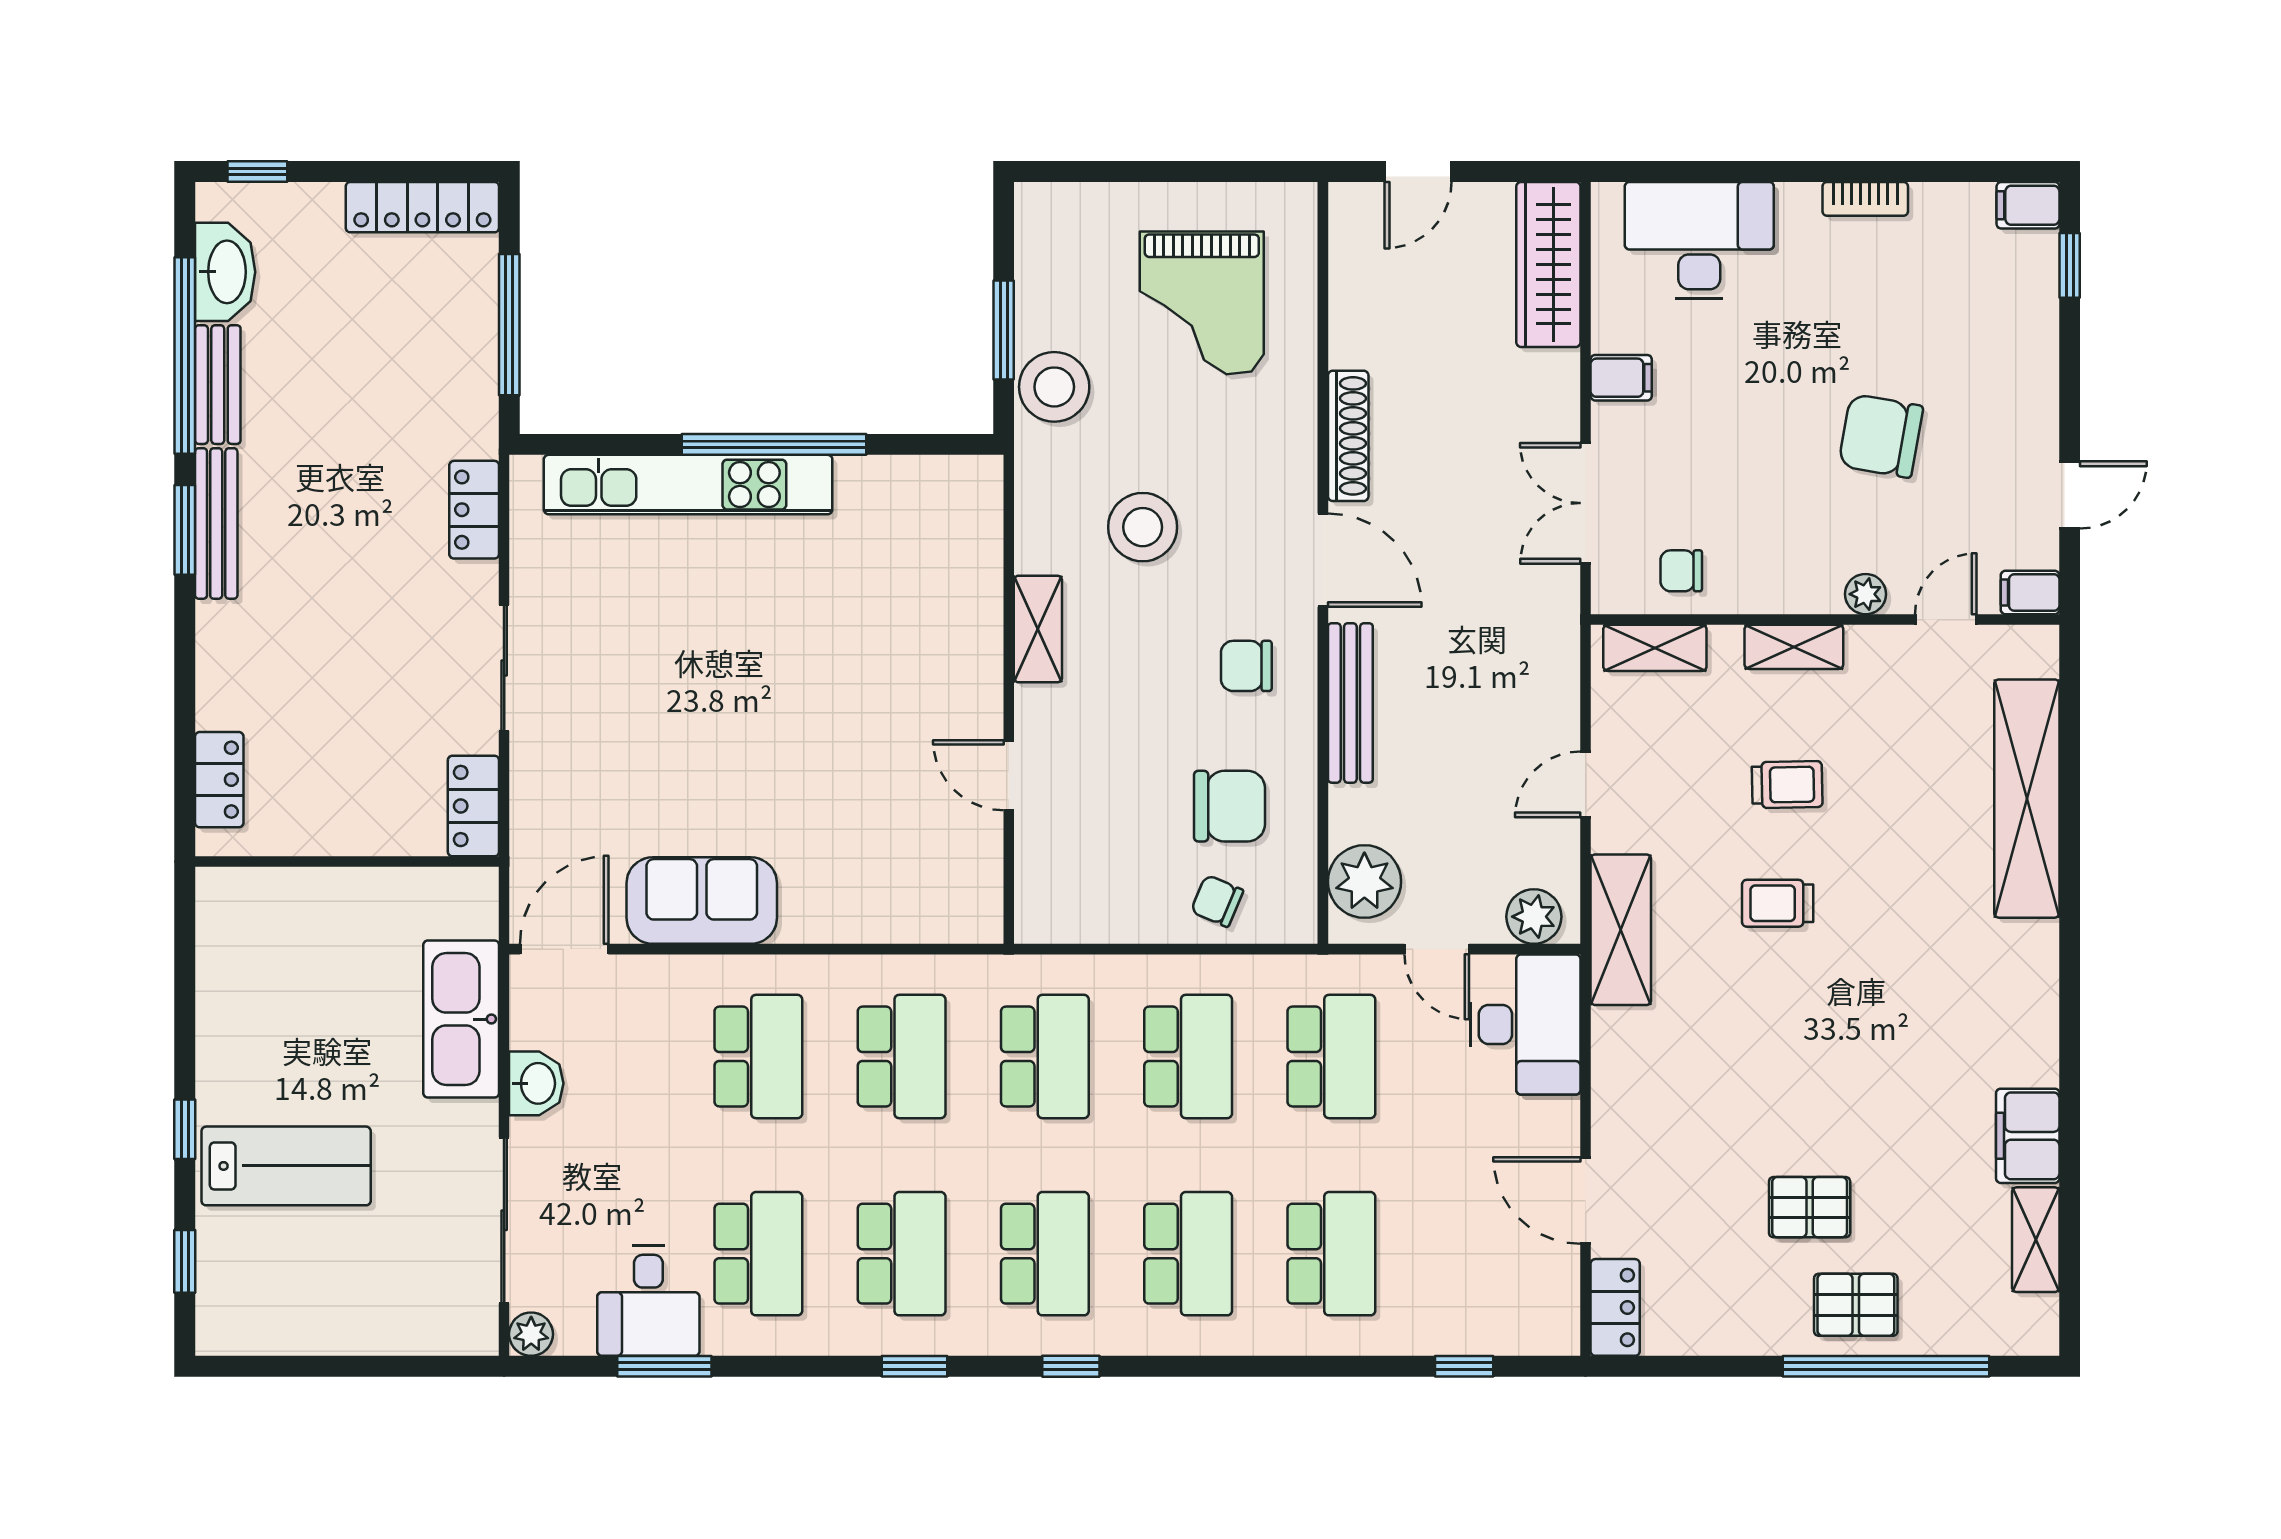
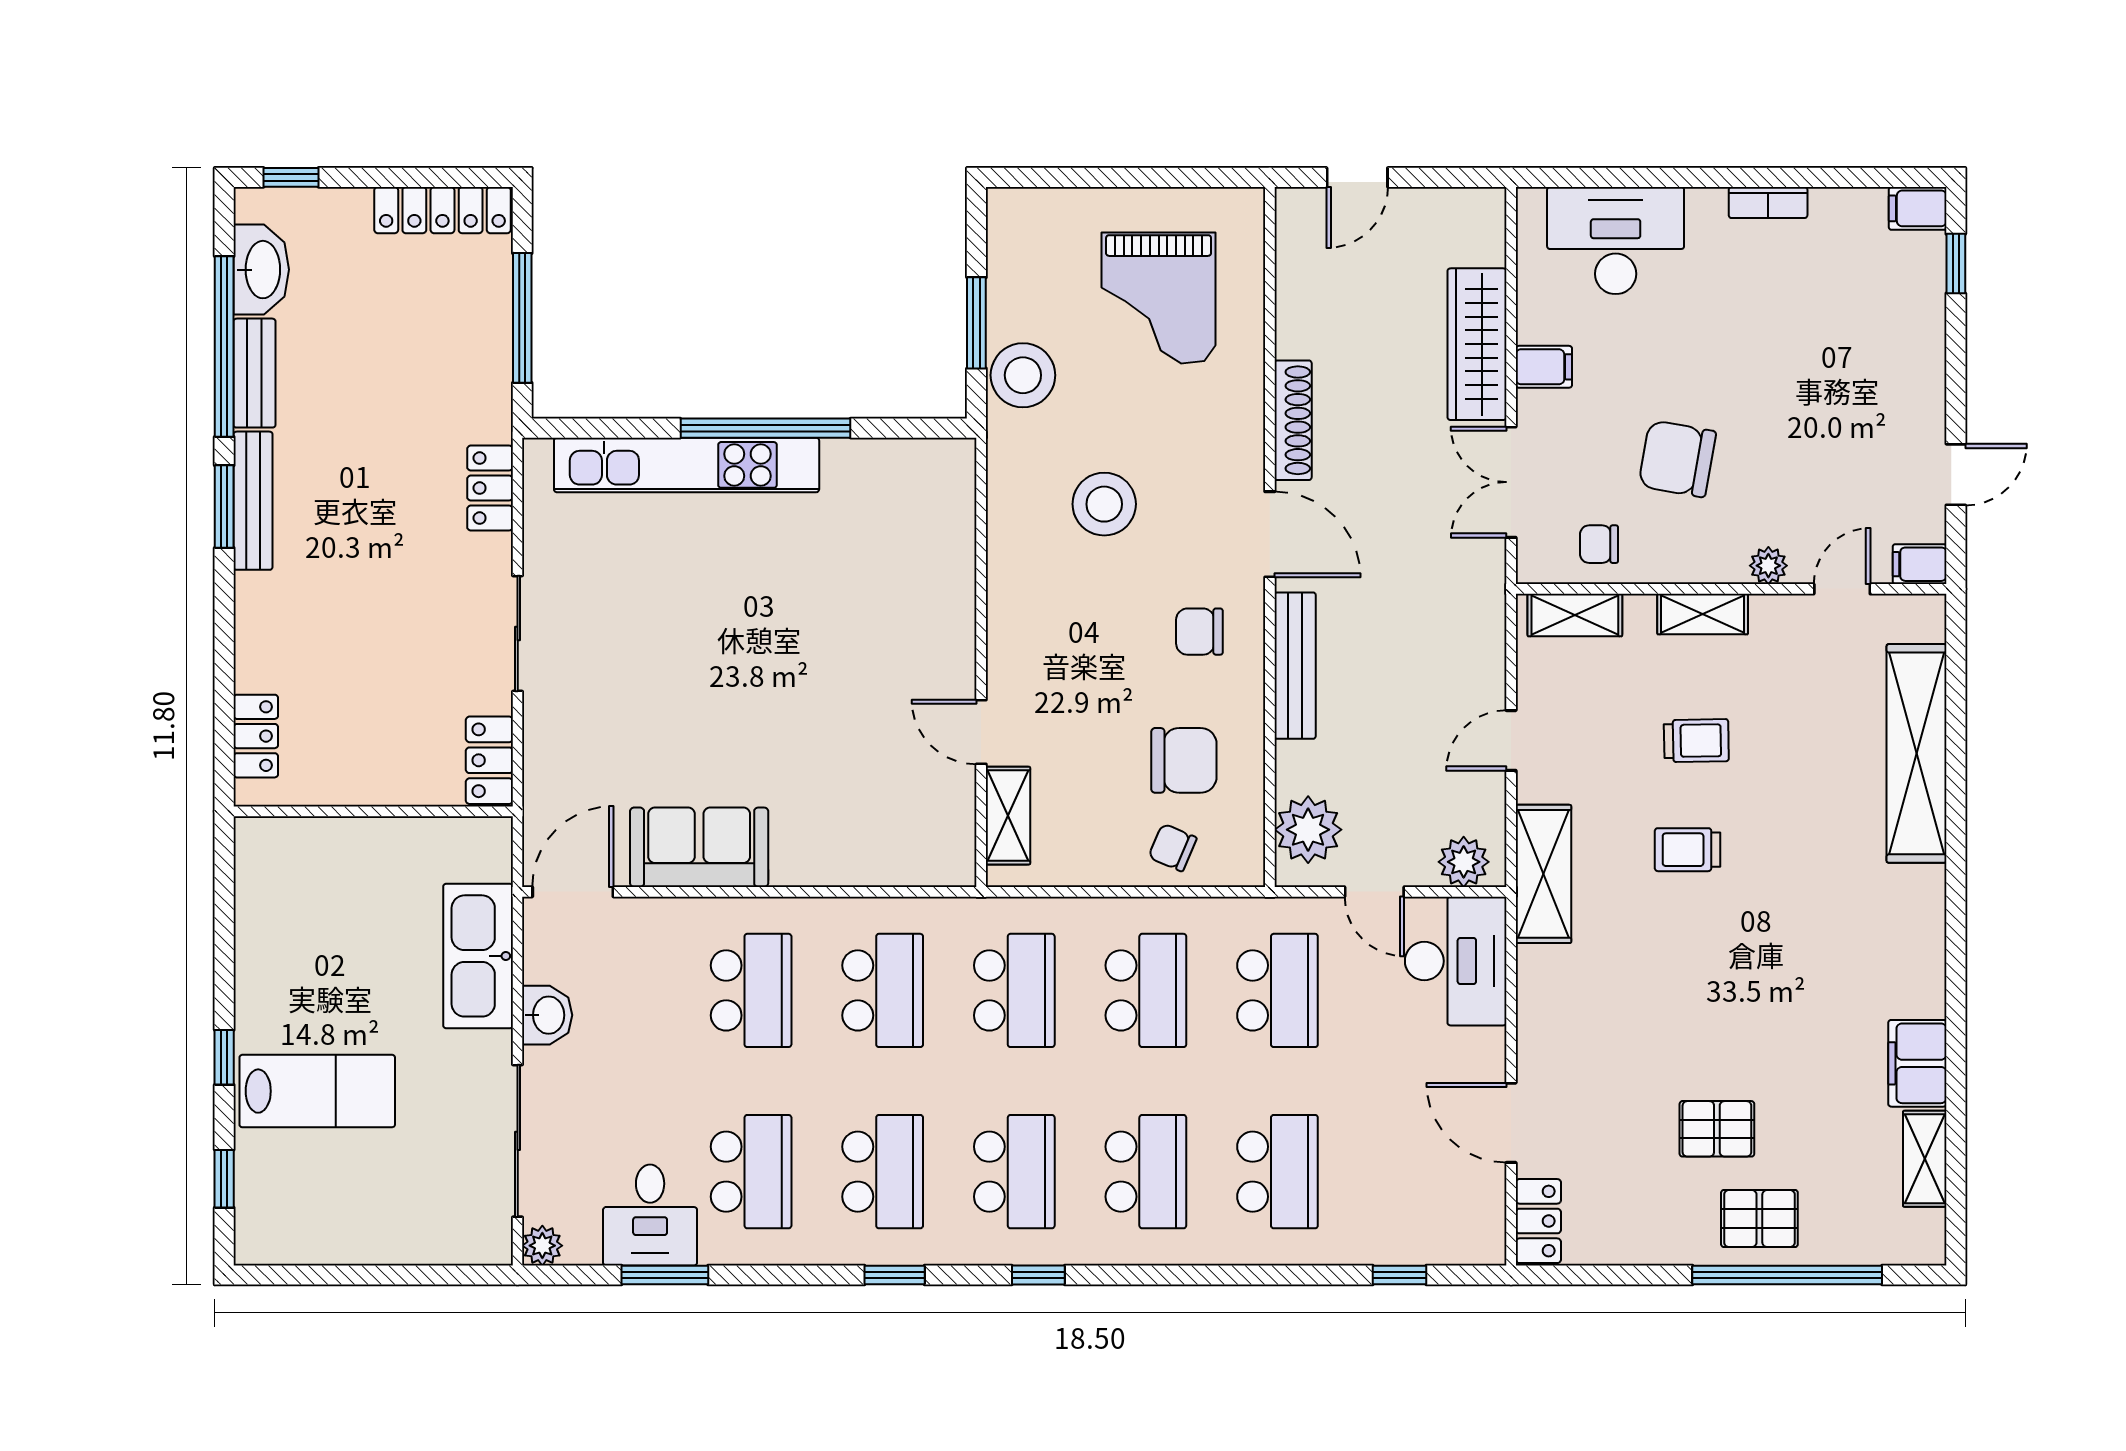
wardrobe: (1548, 264) -> (1477, 344), moved
chair: (1881, 436) -> (1677, 459), moved
shelving: (1038, 629) -> (1008, 816), moved

